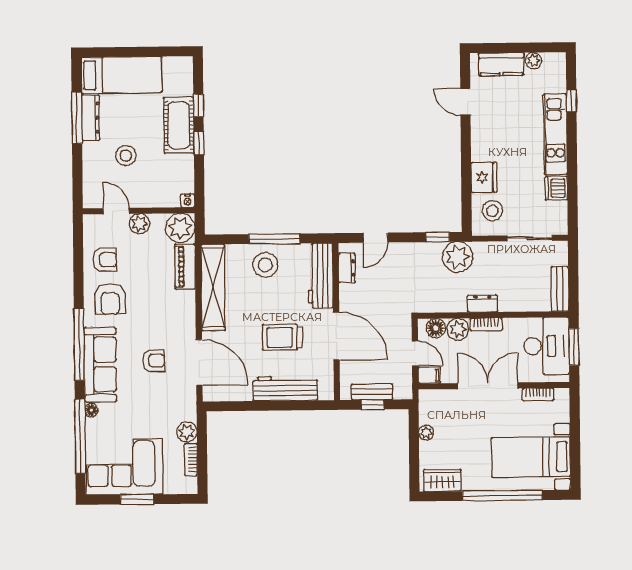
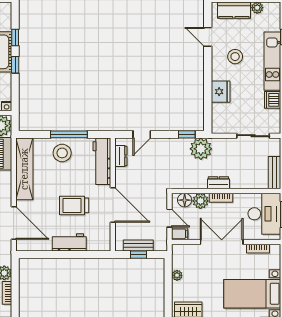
stool: (492, 211) -> (235, 57), moved
workbench: (285, 389) -> (69, 242), width x0.73

